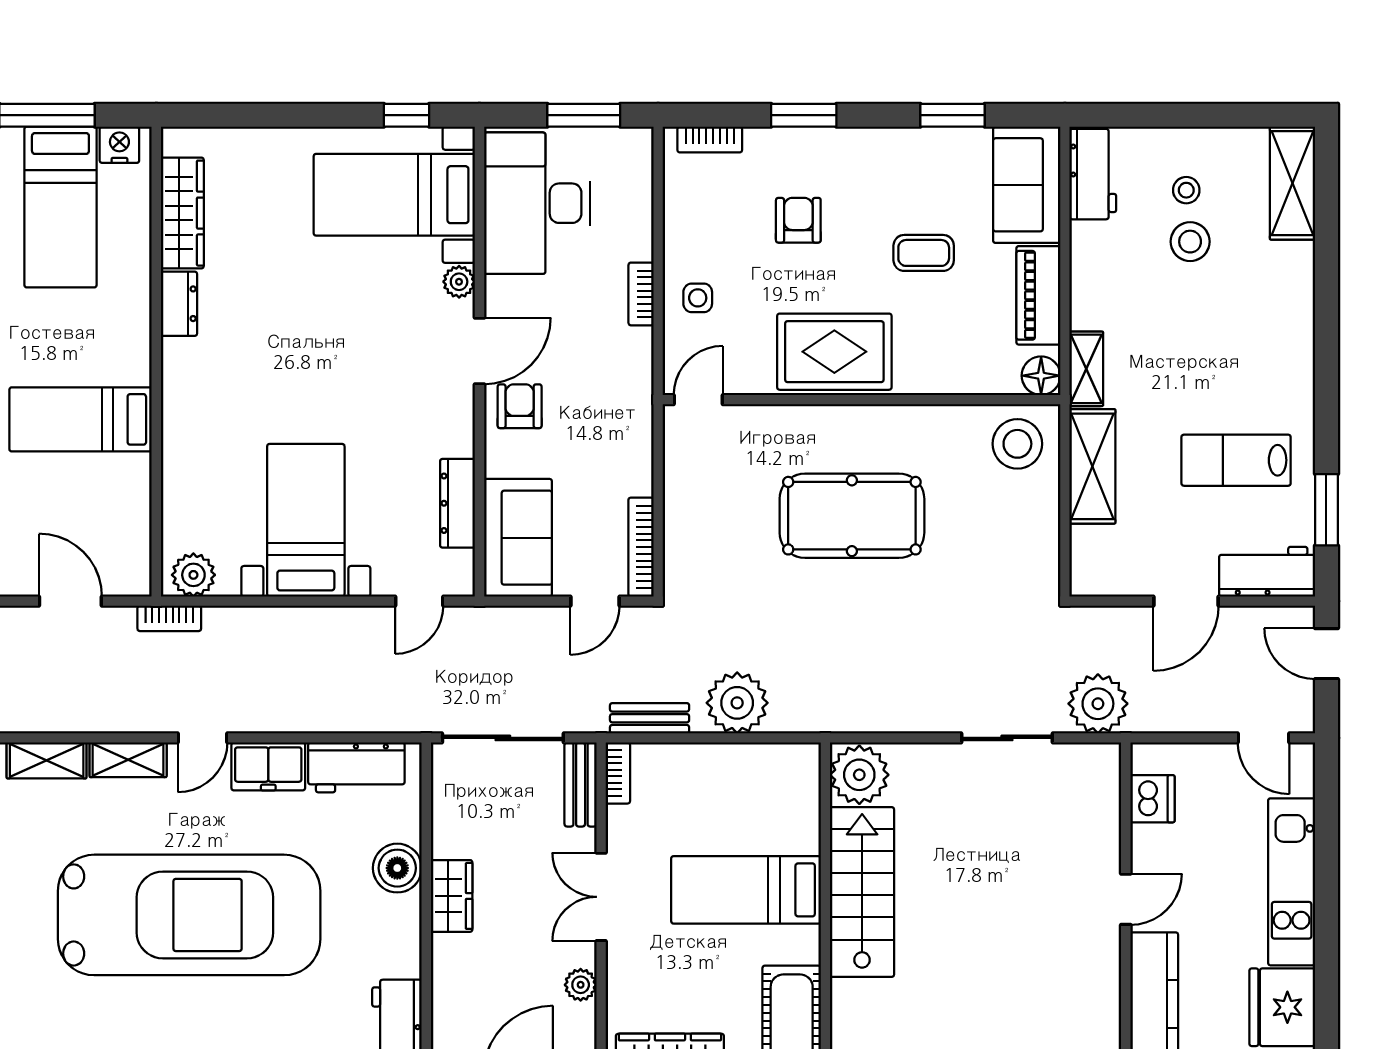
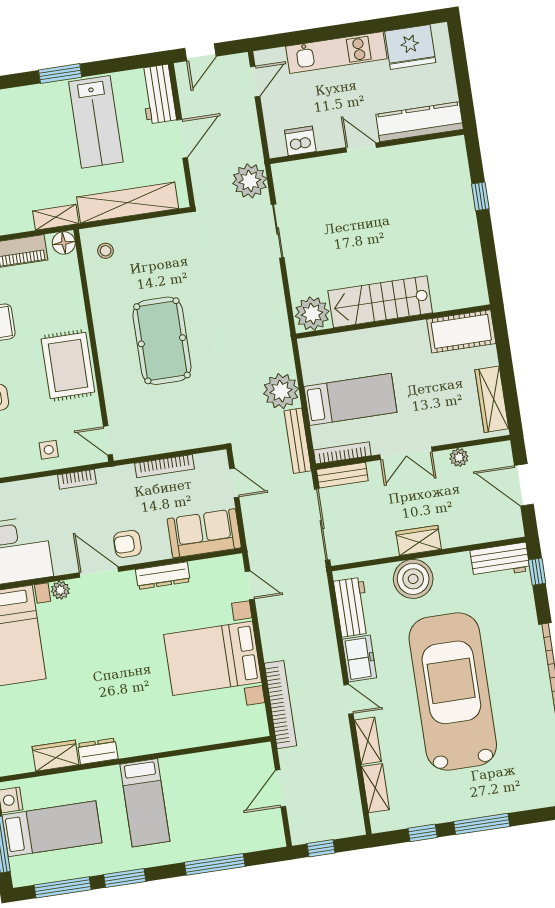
wardrobe: (182, 213) -> (55, 756), width x0.67
bookcase: (641, 294) -> (77, 479), moved
bed: (81, 419) -> (145, 803), moved
stool: (1017, 444) -> (106, 251), width x0.53, depth x0.53
lab bench: (1236, 460) -> (96, 122), width x1.36, depth x1.39
shelving: (1092, 466) -> (128, 203), width x1.47
dresser: (458, 503) -> (163, 576), moved
window: (1326, 510) -> (60, 74), moved
bed with nightstands: (306, 520) -> (213, 658), width x1.36
bookcase: (641, 547) -> (164, 466), moved
plant: (193, 575) -> (254, 719), removed
door: (1186, 601) -> (182, 139), hinge flipped
bookcase: (169, 618) -> (280, 705), width x2.31, depth x1.31
bench: (650, 718) -> (298, 441), width x1.36
bookcase: (618, 773) -> (342, 453), width x1.56
boiler: (397, 868) -> (413, 579), width x1.37, depth x1.37
bed: (746, 890) -> (350, 399), moved, turned -90

